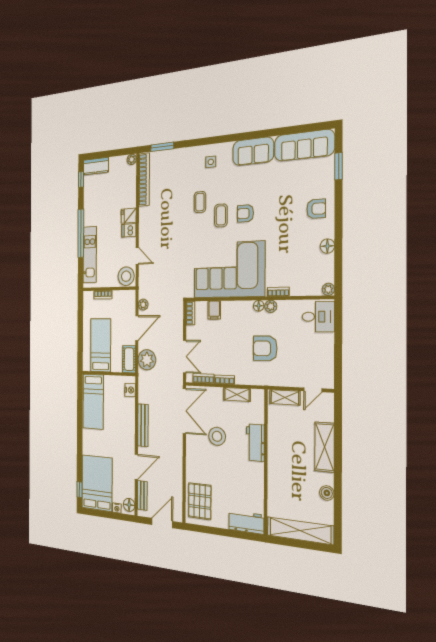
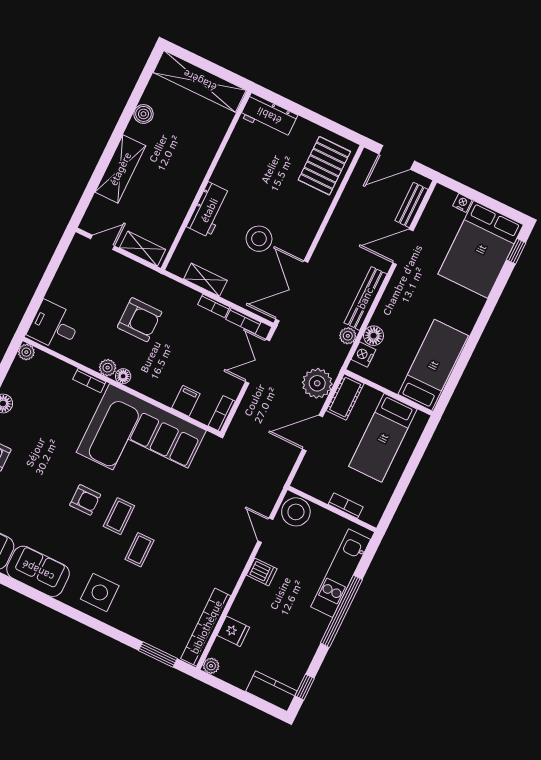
side table: (211, 162) -> (100, 592), width x1.87, depth x1.87
fridge: (129, 216) -> (233, 631), moved
plant: (143, 305) -> (348, 336), moved
floor lamp: (129, 505) -> (374, 336), moved

